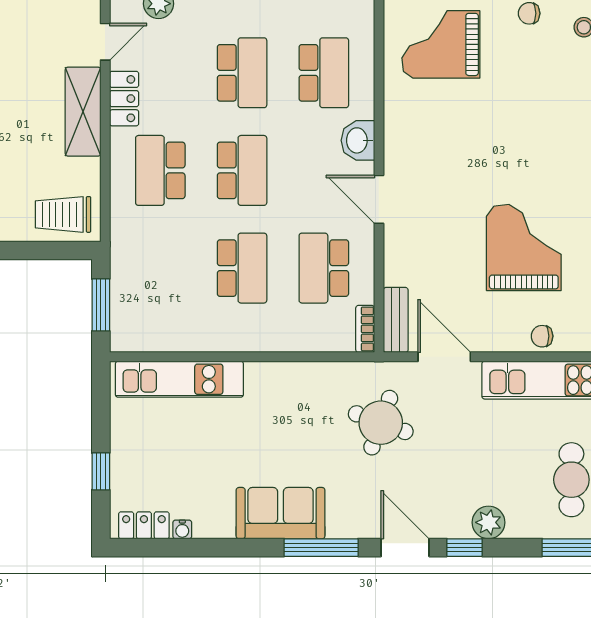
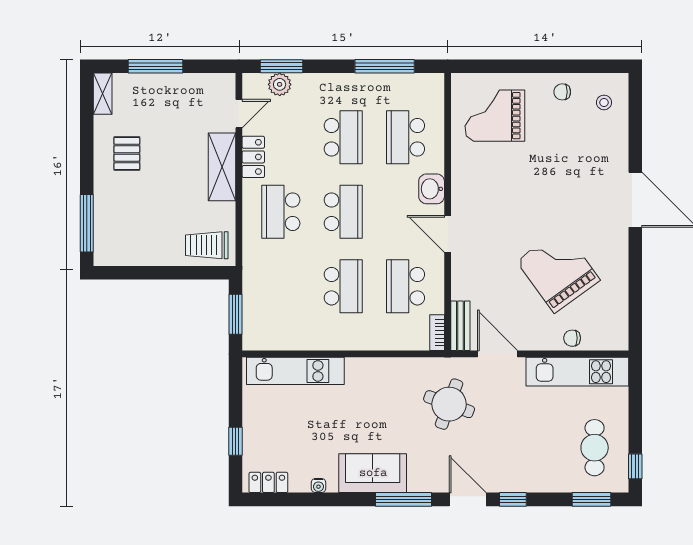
school desk: (324, 73) -> (406, 137), turned 180
grand piano: (524, 247) -> (558, 270), turned -36
plant: (489, 522) -> (531, 480), removed
water cooler: (182, 529) -> (318, 486), moved

